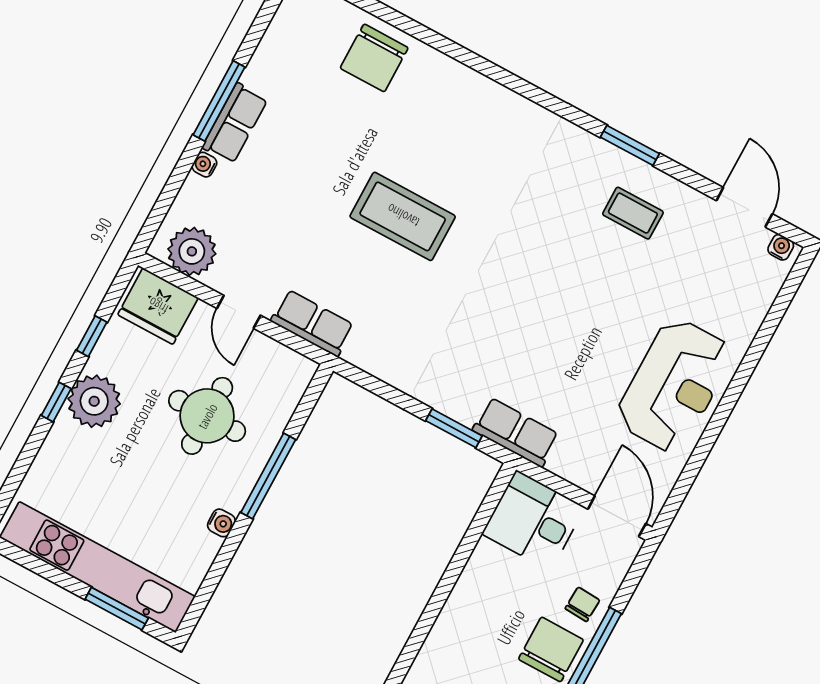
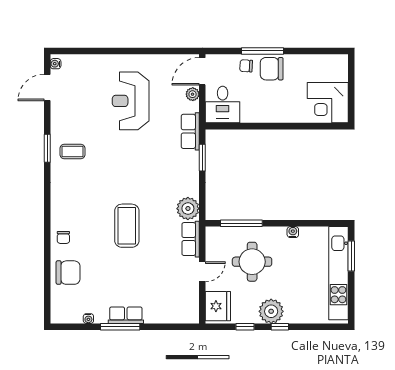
chair: (445, 85) -> (63, 237), added
water cooler: (204, 165) -> (88, 319), moved
coffee table: (633, 213) -> (72, 151), moved, turned 90
plant: (192, 251) -> (188, 209), moved
reception desk: (674, 385) -> (131, 101), moved, turned -90
plant: (584, 474) -> (193, 94), added
window: (268, 476) -> (241, 223), moved

